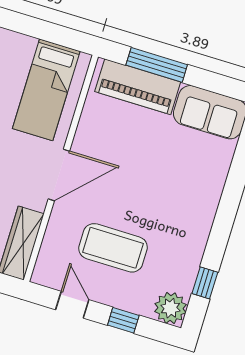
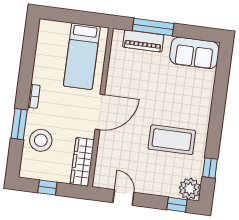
piano: (138, 87) -> (143, 41), width x0.73, depth x0.75
coffee table: (113, 248) -> (172, 140), moved
window: (123, 320) -> (177, 205), moved

